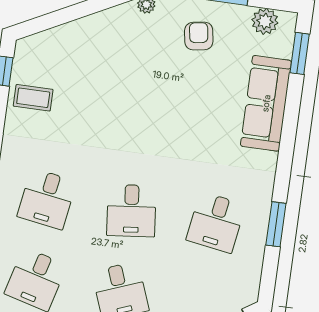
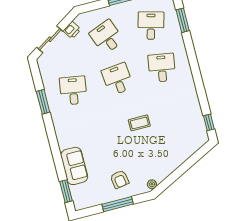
plant: (265, 21) -> (90, 200), removed
coffee table: (33, 98) -> (139, 123), moved
sofa: (266, 103) -> (74, 166), width x0.73

